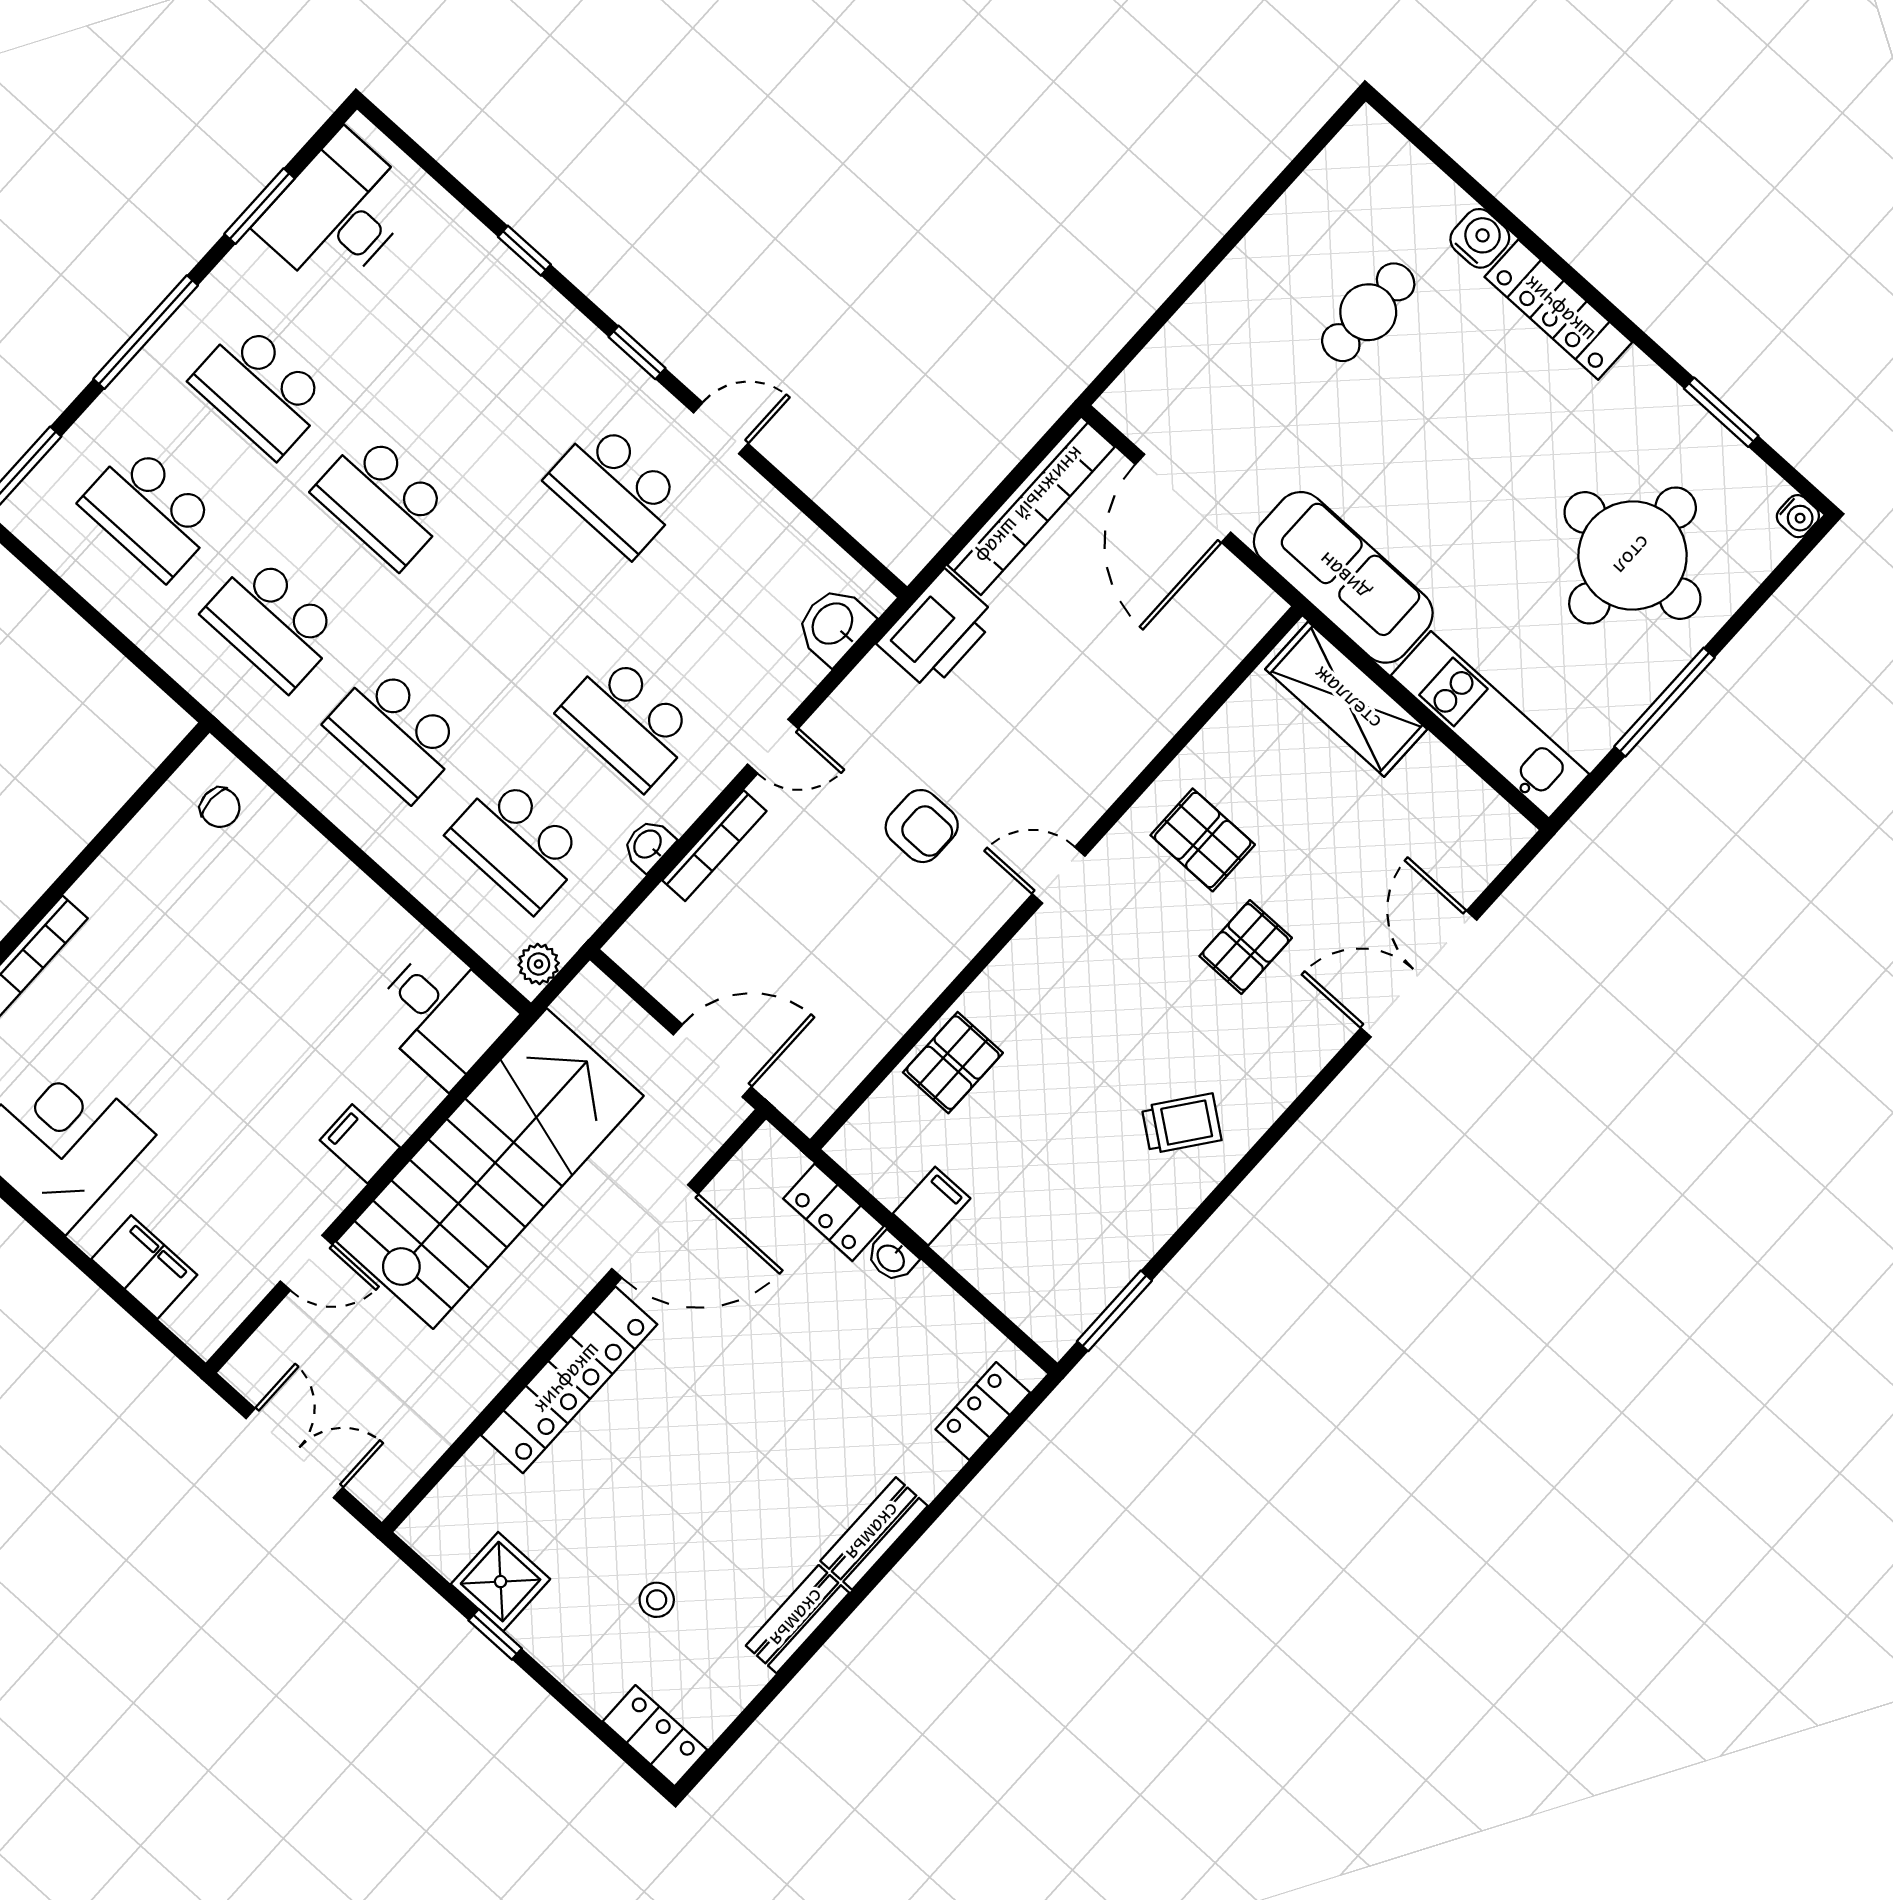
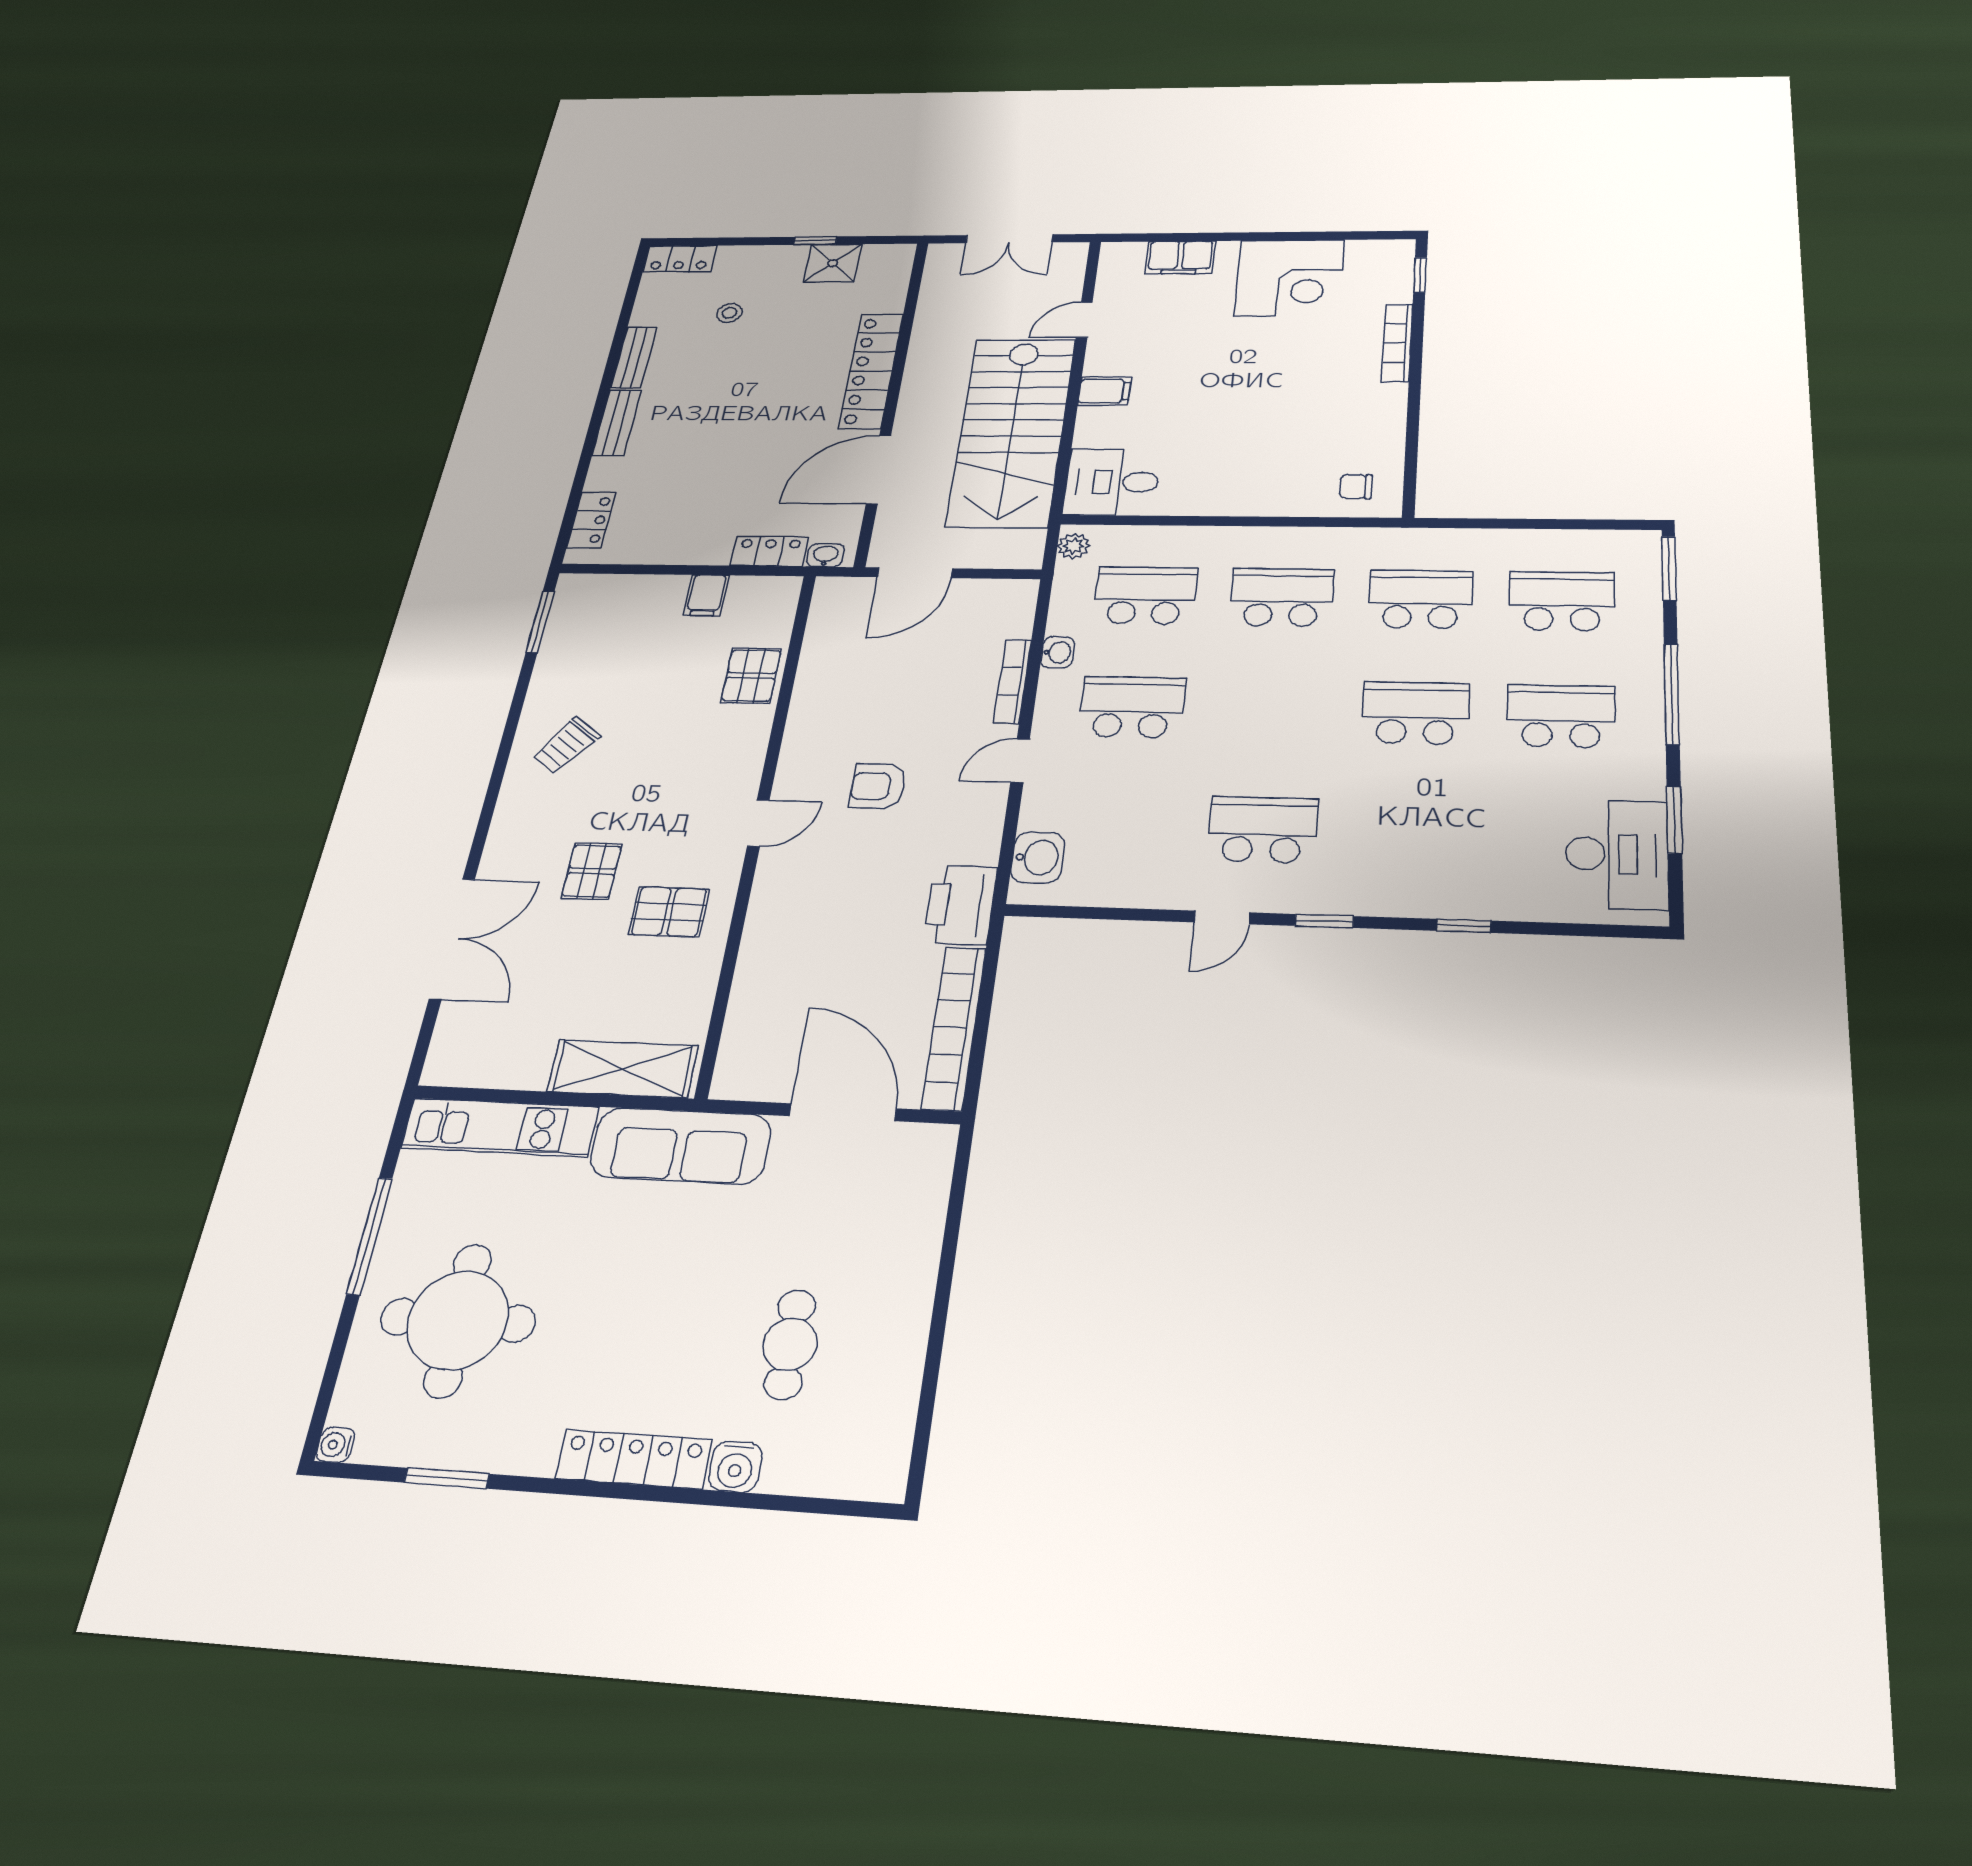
washbasin: (891, 1258) -> (825, 555), moved

